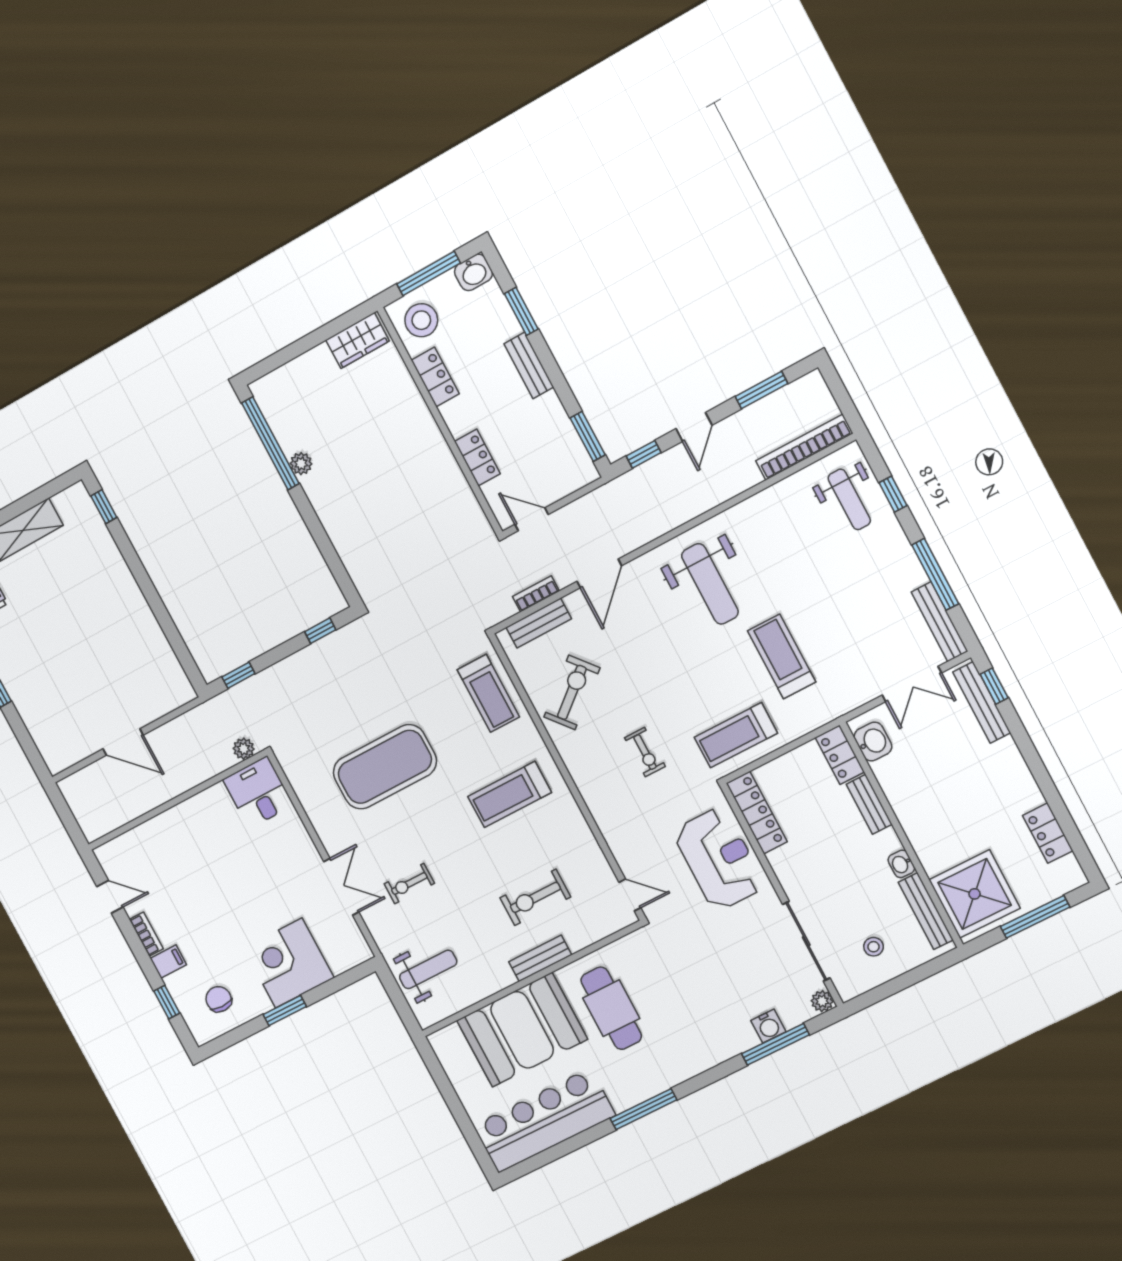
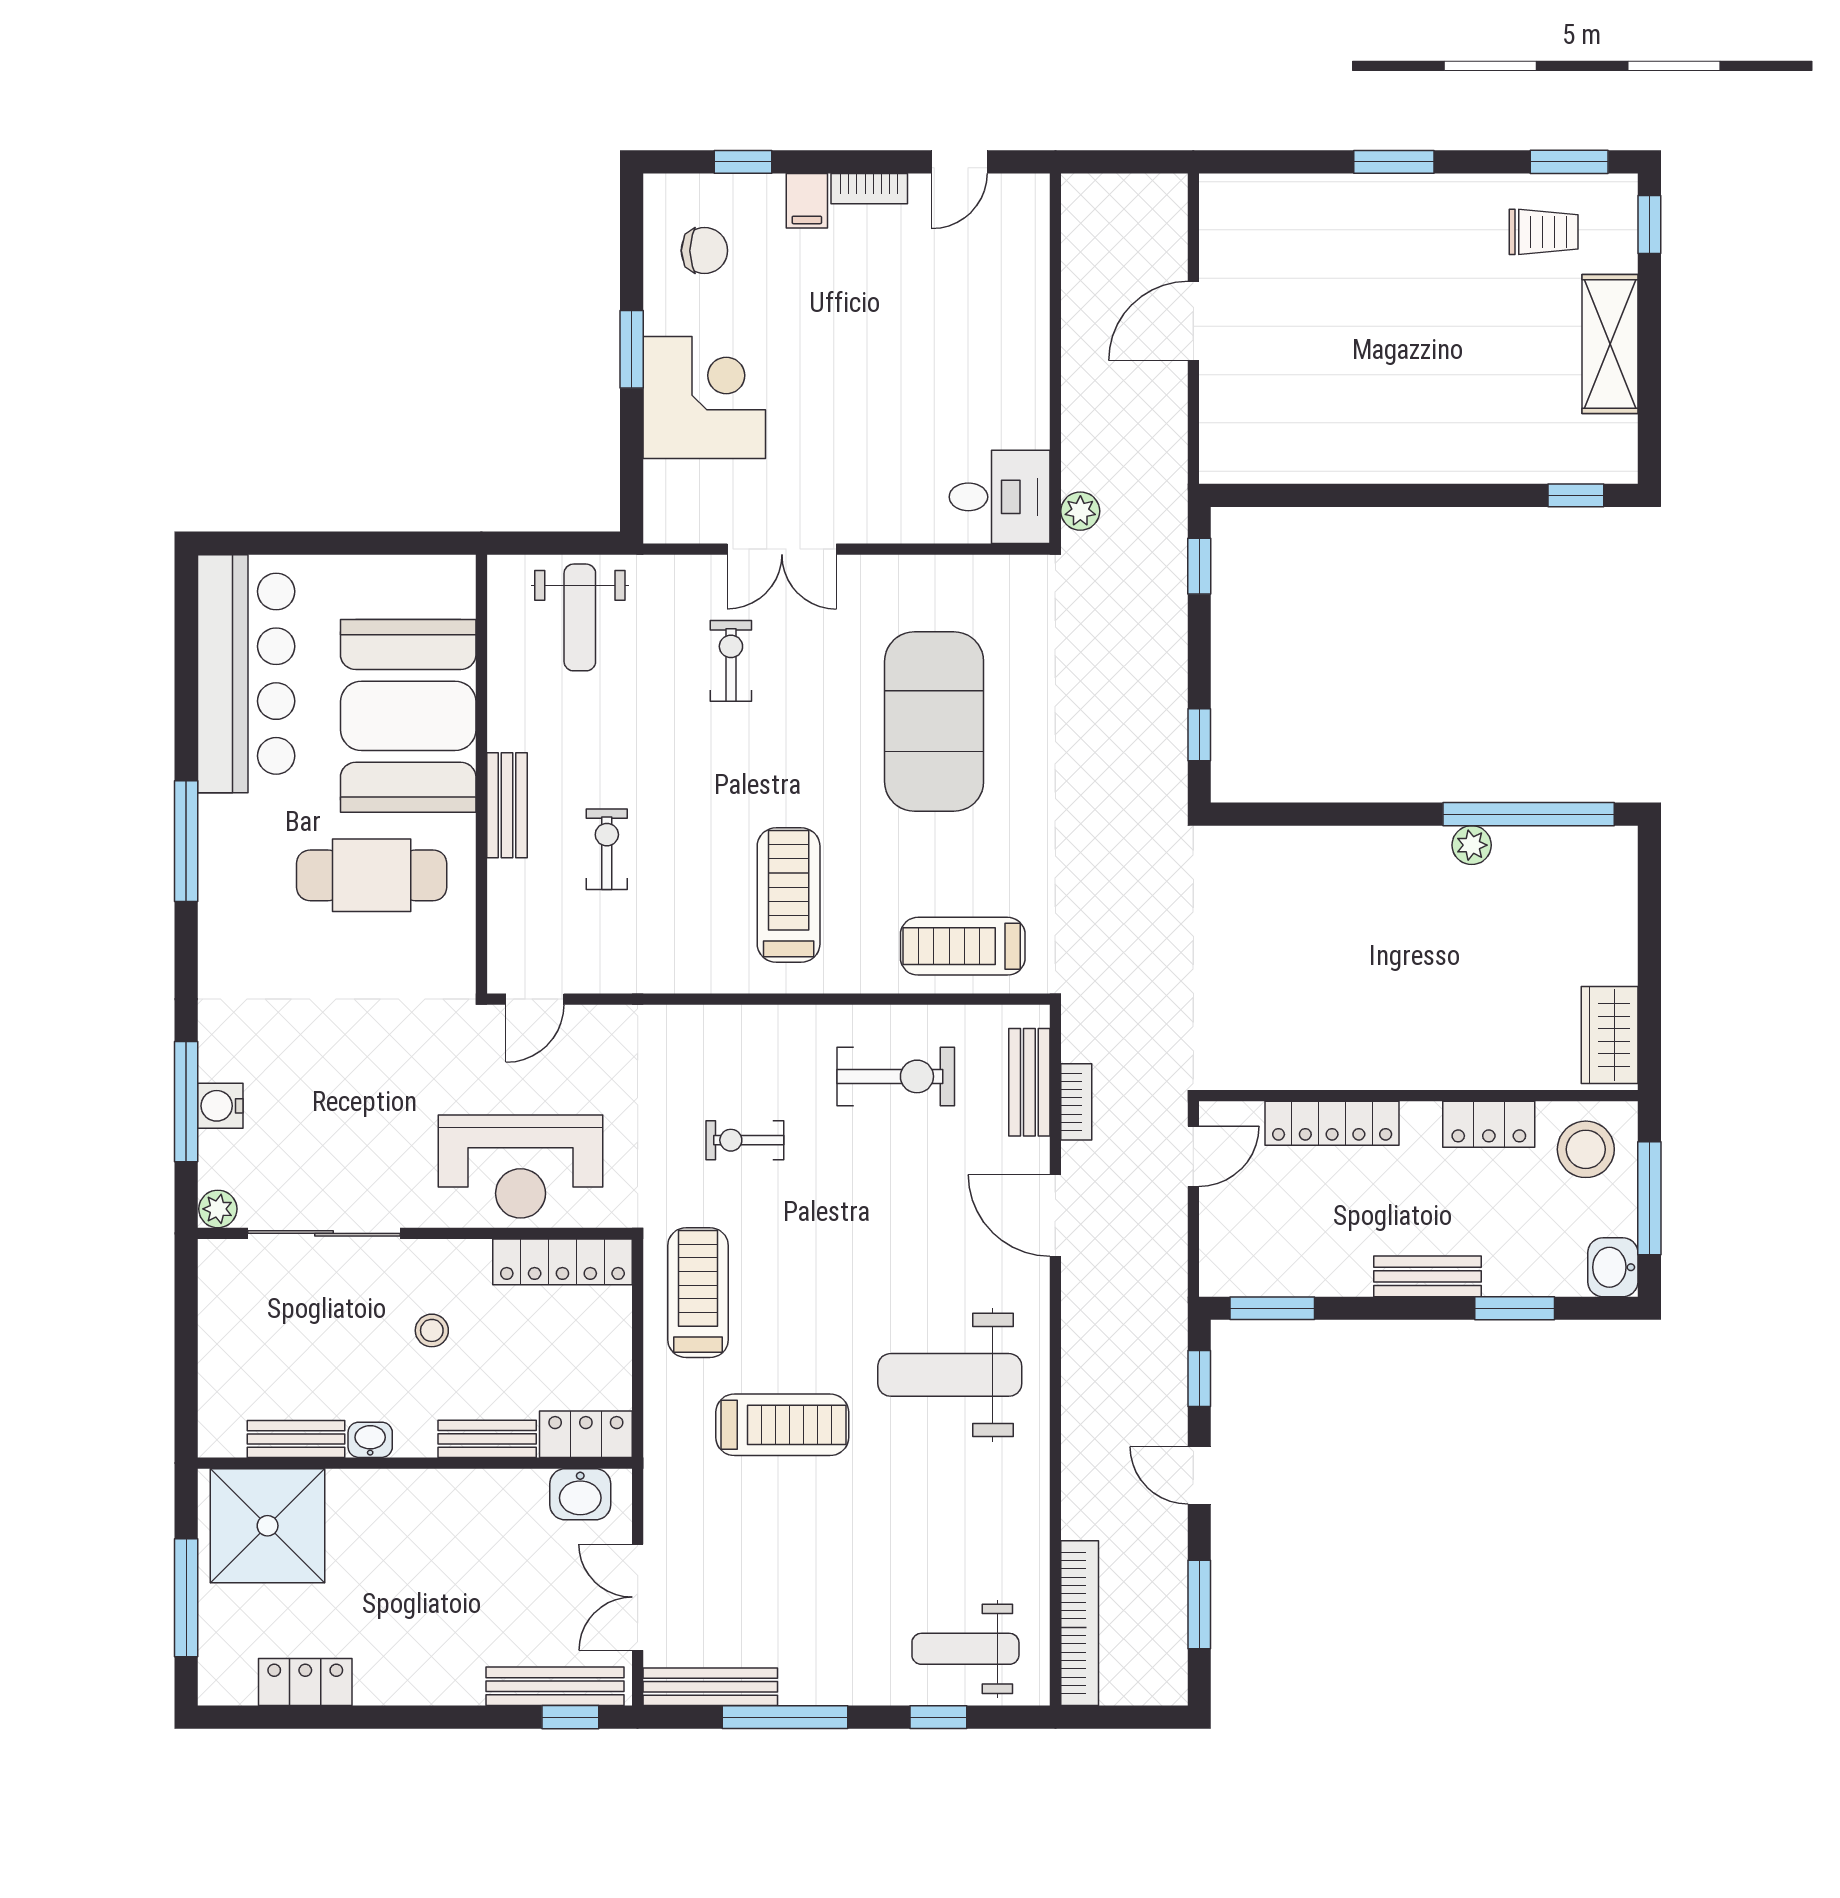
locker: (477, 458) -> (1332, 1123), width x1.53
exercise bike: (572, 692) -> (896, 1076), turned -50
exercise bike: (535, 897) -> (607, 849), width x0.73, depth x0.72
bench: (926, 911) -> (296, 1439), width x0.73
stool: (874, 947) -> (432, 1330), moved

